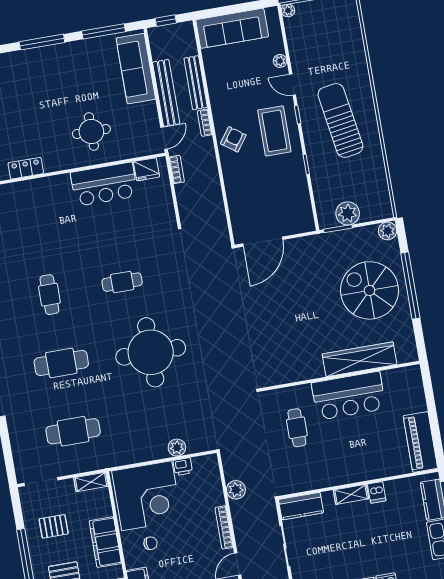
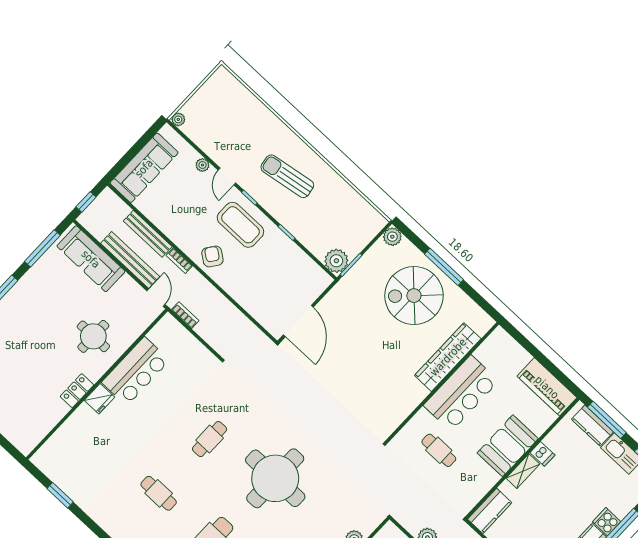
door: (292, 85) -> (227, 176), hinge flipped
sun lounger: (340, 120) -> (287, 176), width x0.73, depth x0.75
locker: (26, 168) -> (77, 391), moved
fridge: (146, 169) -> (99, 399), moved
plant: (348, 213) -> (336, 261), moved
window: (410, 286) -> (444, 267), width x0.68
booth: (354, 465) -> (508, 446), added

